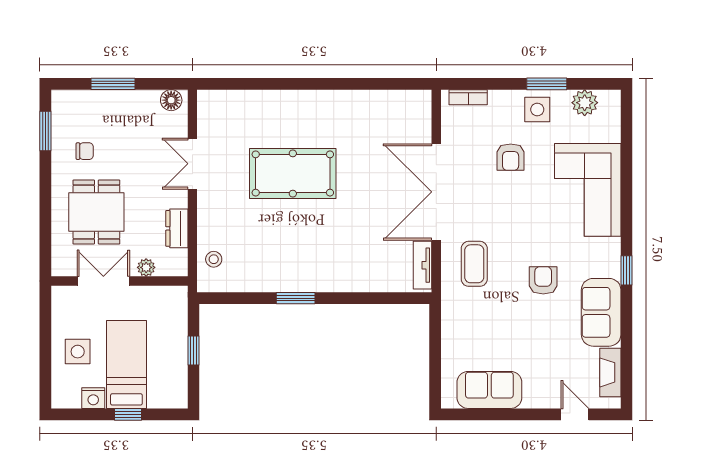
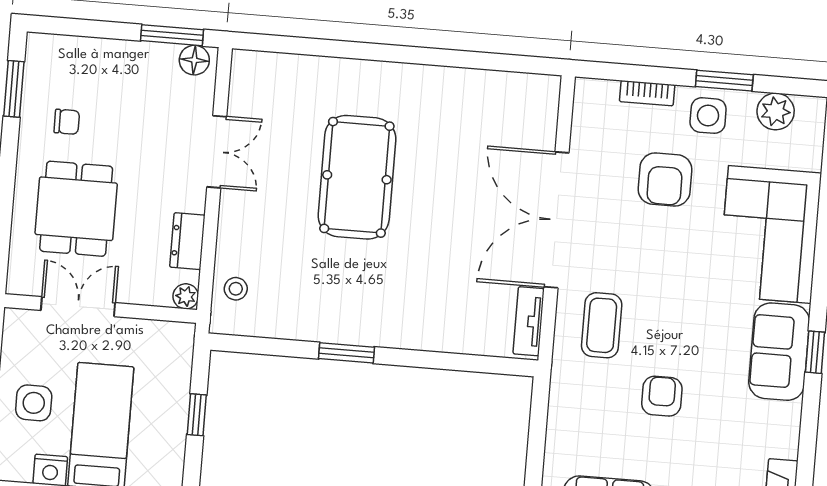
window: (113, 84) -> (172, 35), moved
bookcase: (468, 97) -> (647, 93), moved
armchair: (511, 157) -> (665, 179), width x1.38, depth x1.38
double door: (192, 164) -> (217, 152), swing flipped
pool table: (293, 173) -> (357, 177), turned 90
plant: (146, 267) -> (186, 296), moved
armchair: (543, 280) -> (662, 396), moved
sofa: (601, 312) -> (779, 352), moved

